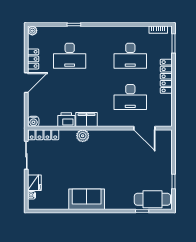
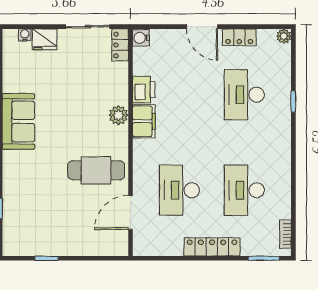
locker: (43, 135) -> (120, 45), width x0.66
cafe table: (152, 199) -> (96, 170), moved, turned 90

